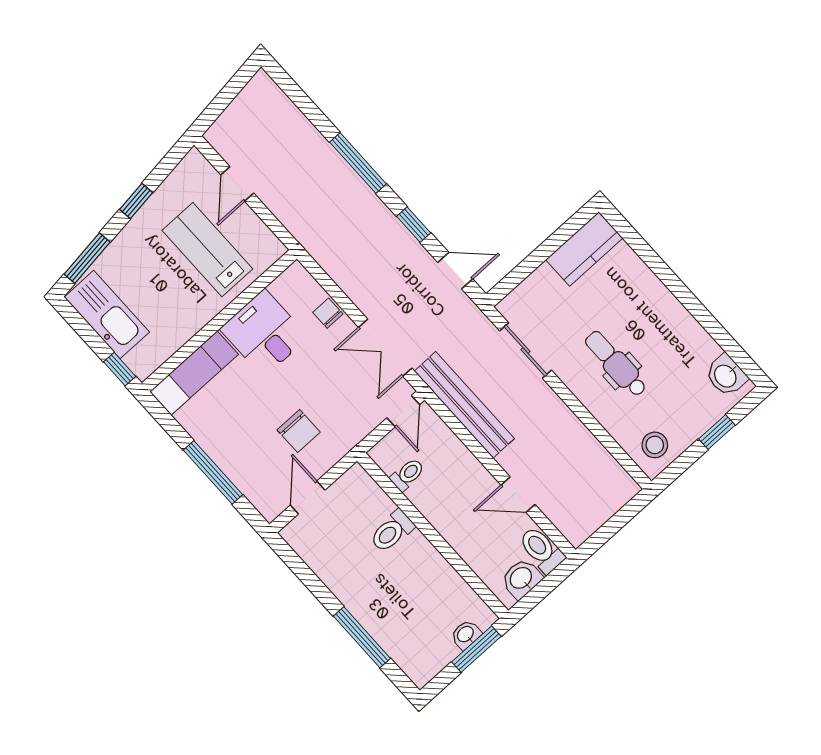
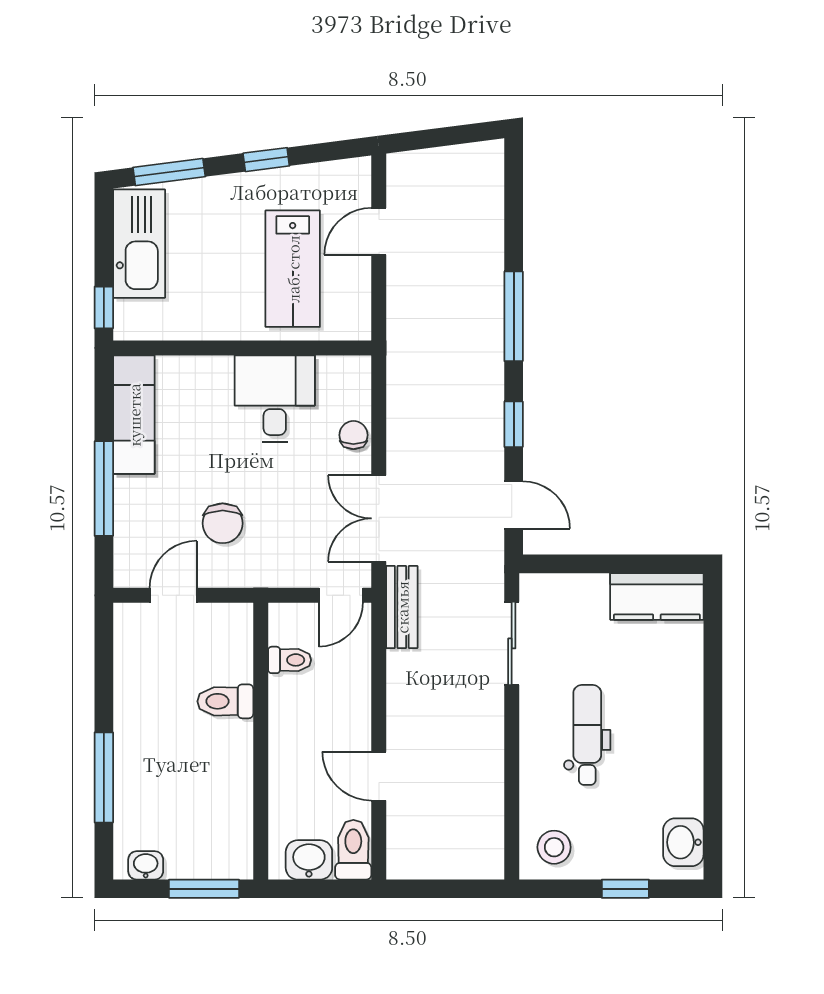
lab bench: (207, 250) -> (293, 269), turned 180
exam couch: (194, 373) -> (134, 415), moved, turned -90
bench: (464, 405) -> (402, 607), width x0.54, depth x0.82
washbasin: (466, 635) -> (146, 865), moved

